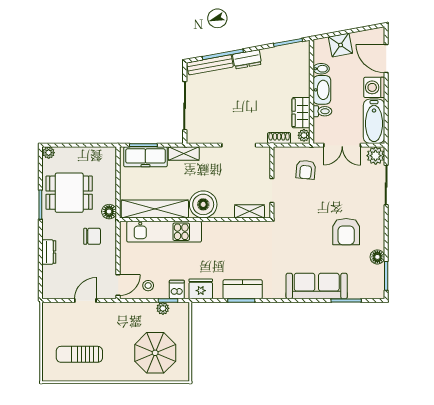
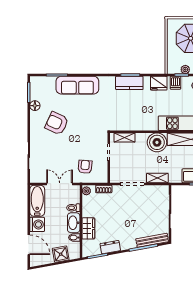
dresser: (247, 59) -> (110, 247), moved
wardrobe: (301, 113) -> (88, 228), moved
shelving: (184, 154) -> (157, 178), moved
plant: (376, 156) -> (36, 177), removed
armchair: (346, 232) -> (57, 123), turned -65

